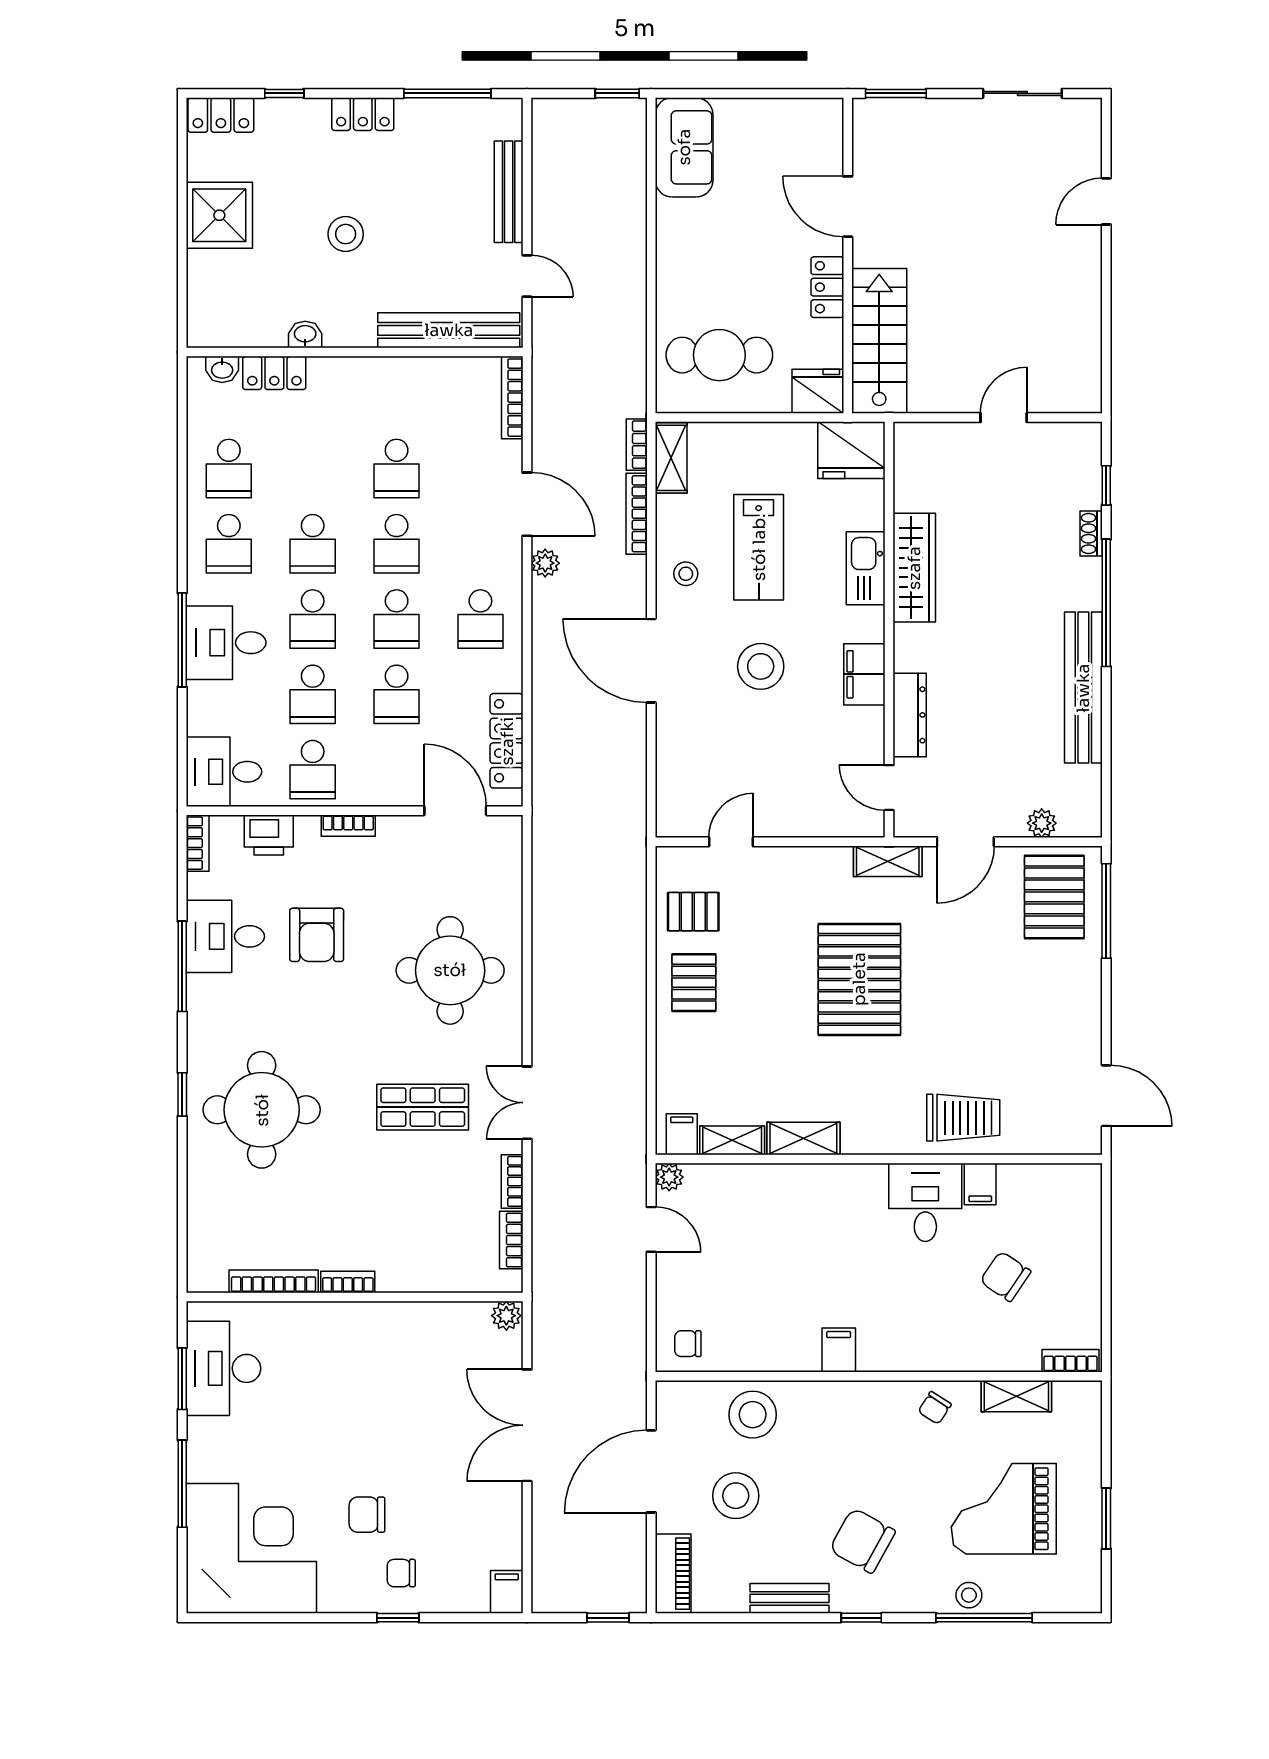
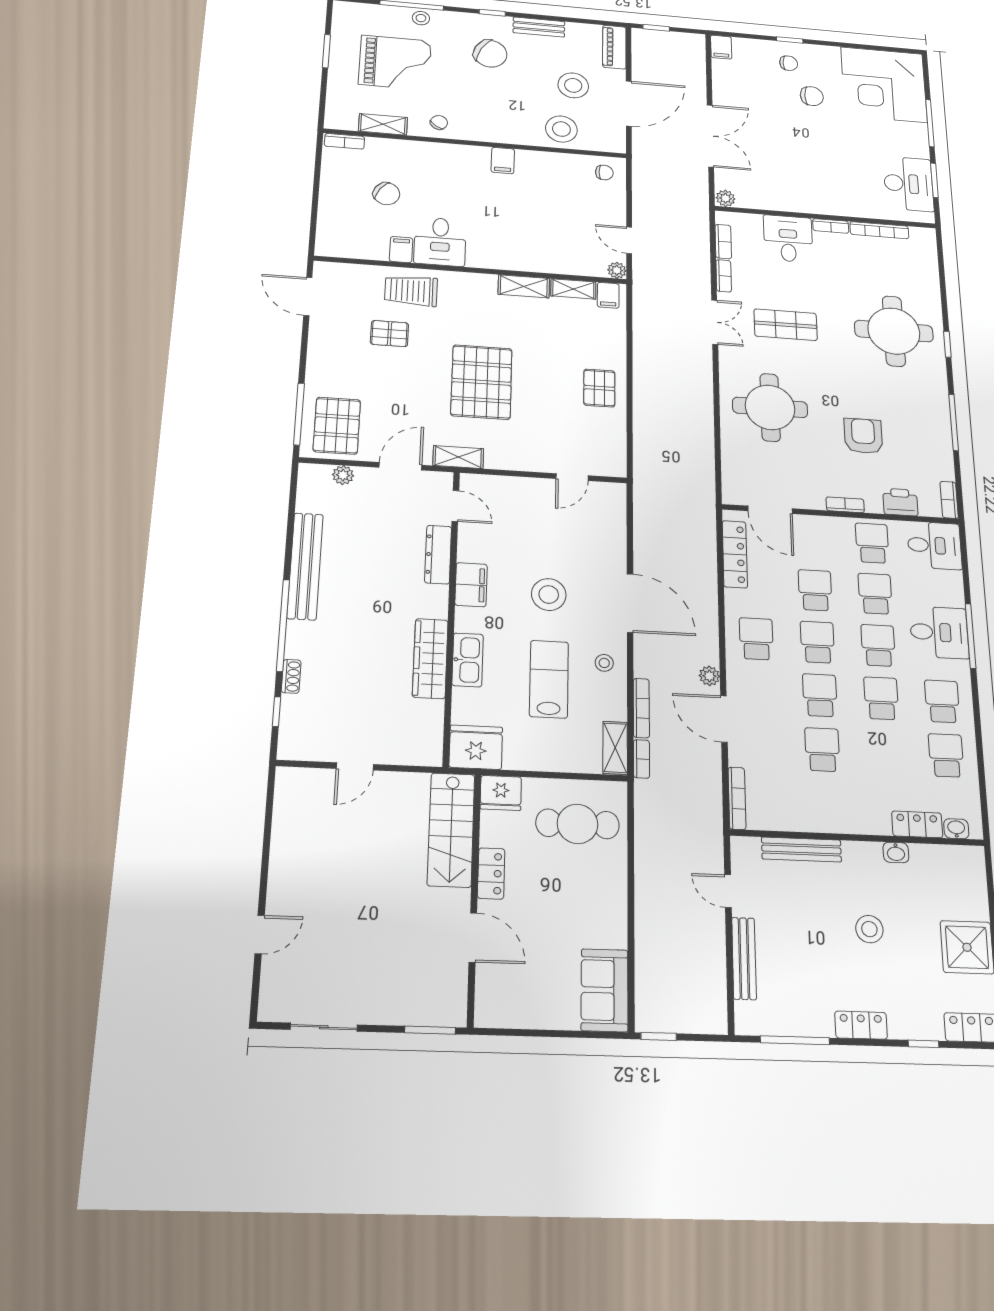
bench: (449, 330) -> (801, 850), width x0.73, depth x0.82
pallet: (693, 912) -> (390, 334), moved
desk: (225, 936) -> (788, 239), moved, turned -90

